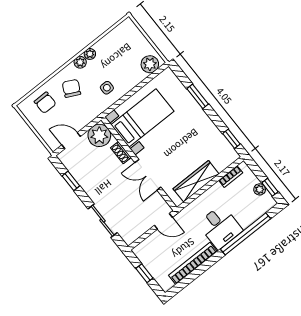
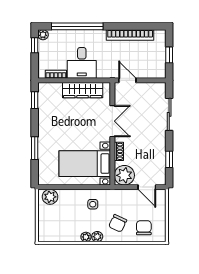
plant: (260, 189) -> (43, 35), moved
desk: (220, 227) -> (82, 63), moved, turned 180

